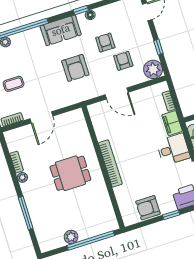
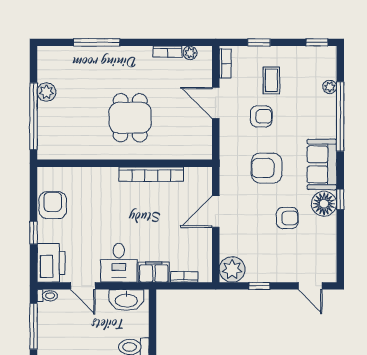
floor lamp: (90, 15) -> (324, 204), width x1.89, depth x1.89
armchair: (123, 61) -> (261, 116), moved
bookcase: (110, 163) -> (151, 174), moved
plant: (22, 177) -> (190, 53), moved

